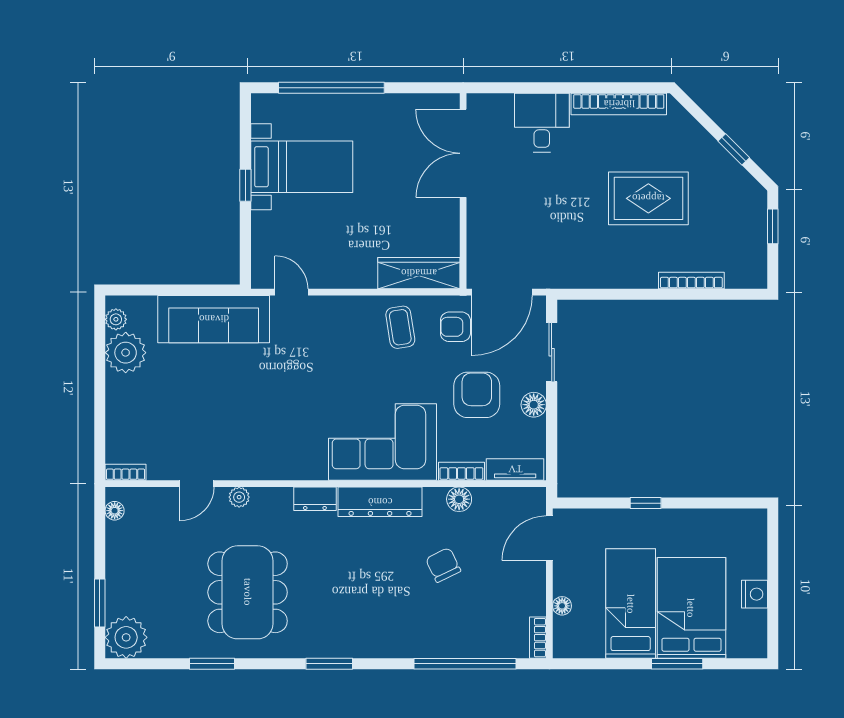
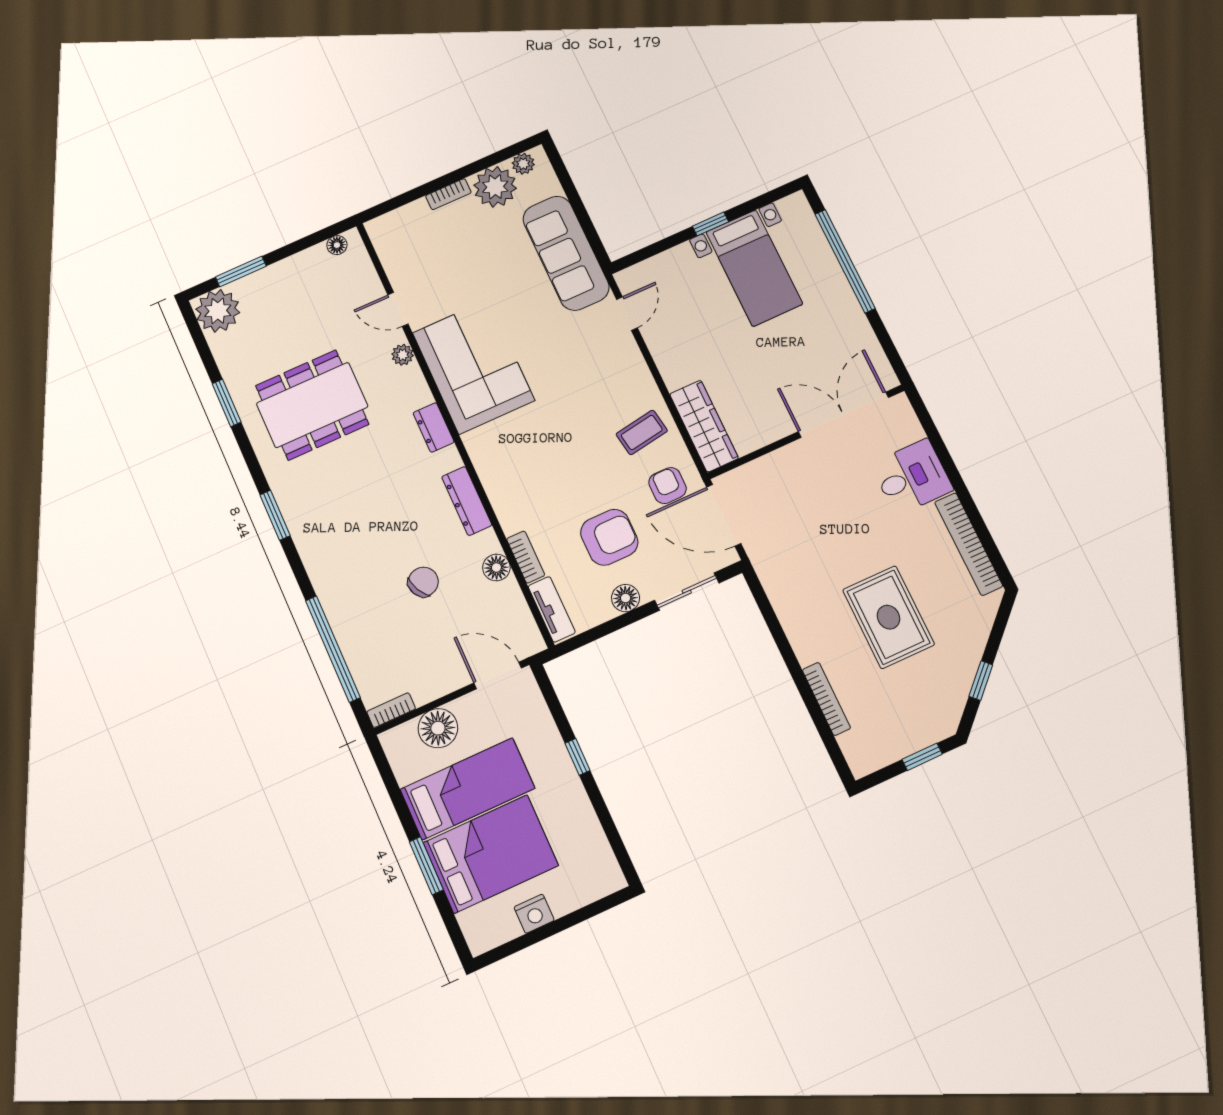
corner sofa: (383, 442) -> (473, 367), moved
bookcase: (126, 472) -> (448, 194), moved, turned 90
dresser: (380, 502) -> (467, 501), width x0.73, depth x0.80
floor lamp: (562, 606) -> (438, 728), width x1.89, depth x1.89

